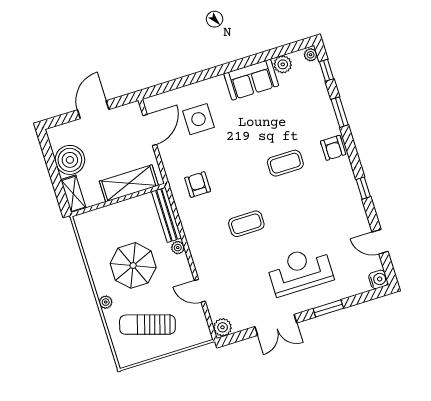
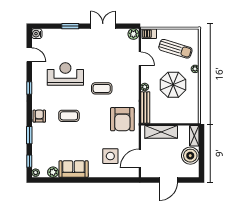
armchair: (198, 185) -> (122, 119), width x1.88, depth x1.88
reception desk: (300, 271) -> (65, 74), moved, turned 180
barbecue: (197, 336) -> (149, 34), added

